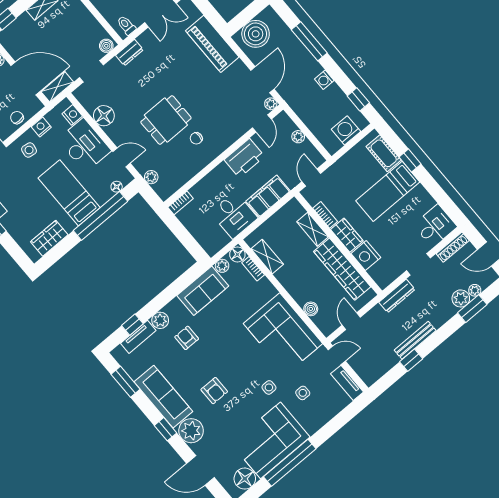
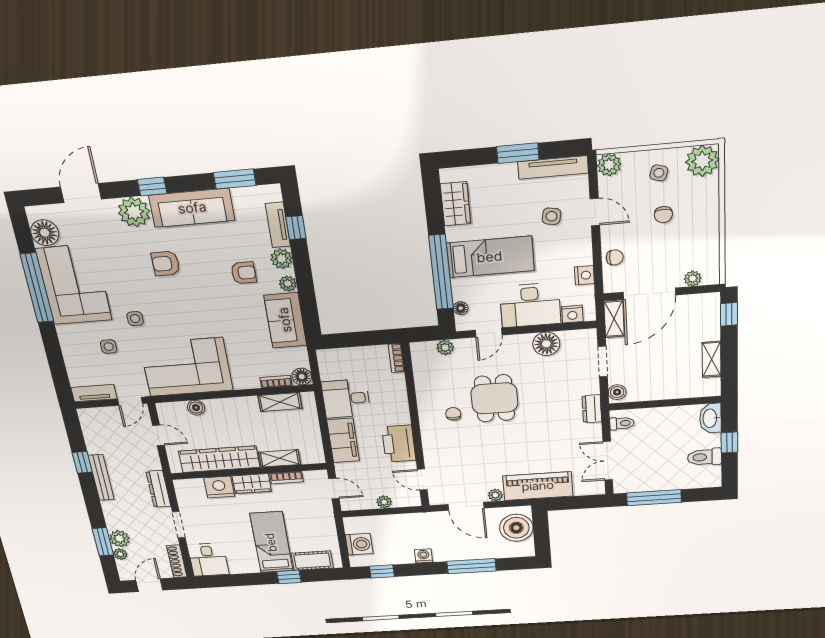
plant: (271, 104) -> (495, 495), moved
side table: (29, 150) -> (551, 216), moved
plant: (222, 266) -> (288, 284), moved

